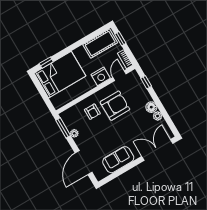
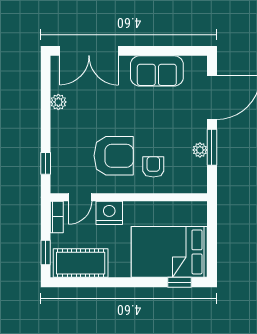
armchair: (115, 106) -> (114, 156), turned 180
floor lamp: (151, 107) -> (60, 121), removed
window: (63, 128) -> (212, 147), moved

